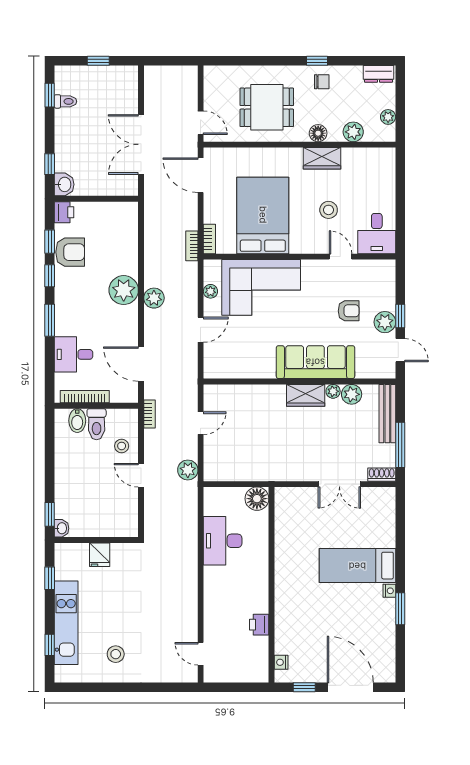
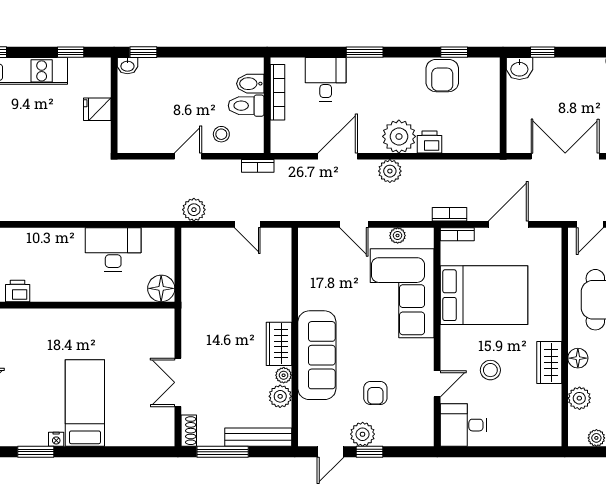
door: (201, 175) -> (508, 224), moved
printer: (64, 212) -> (429, 142), moved, turned 180
window: (50, 276) -> (415, 52), removed
door: (141, 364) -> (338, 156), moved

